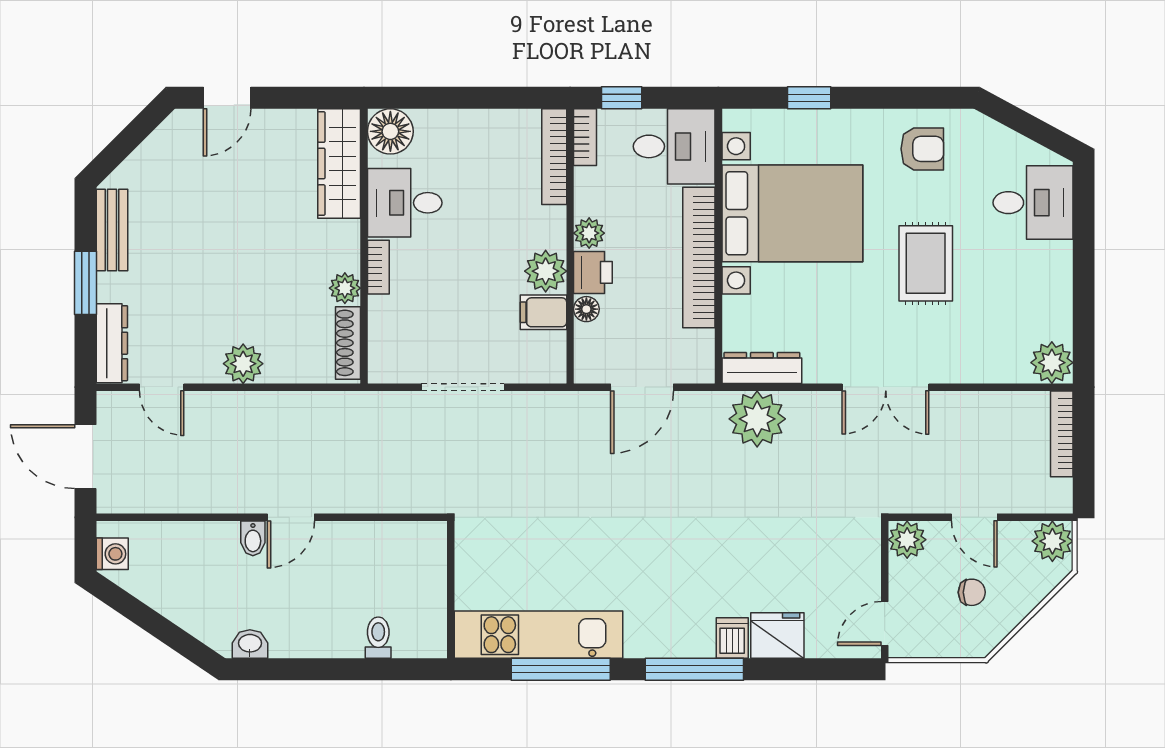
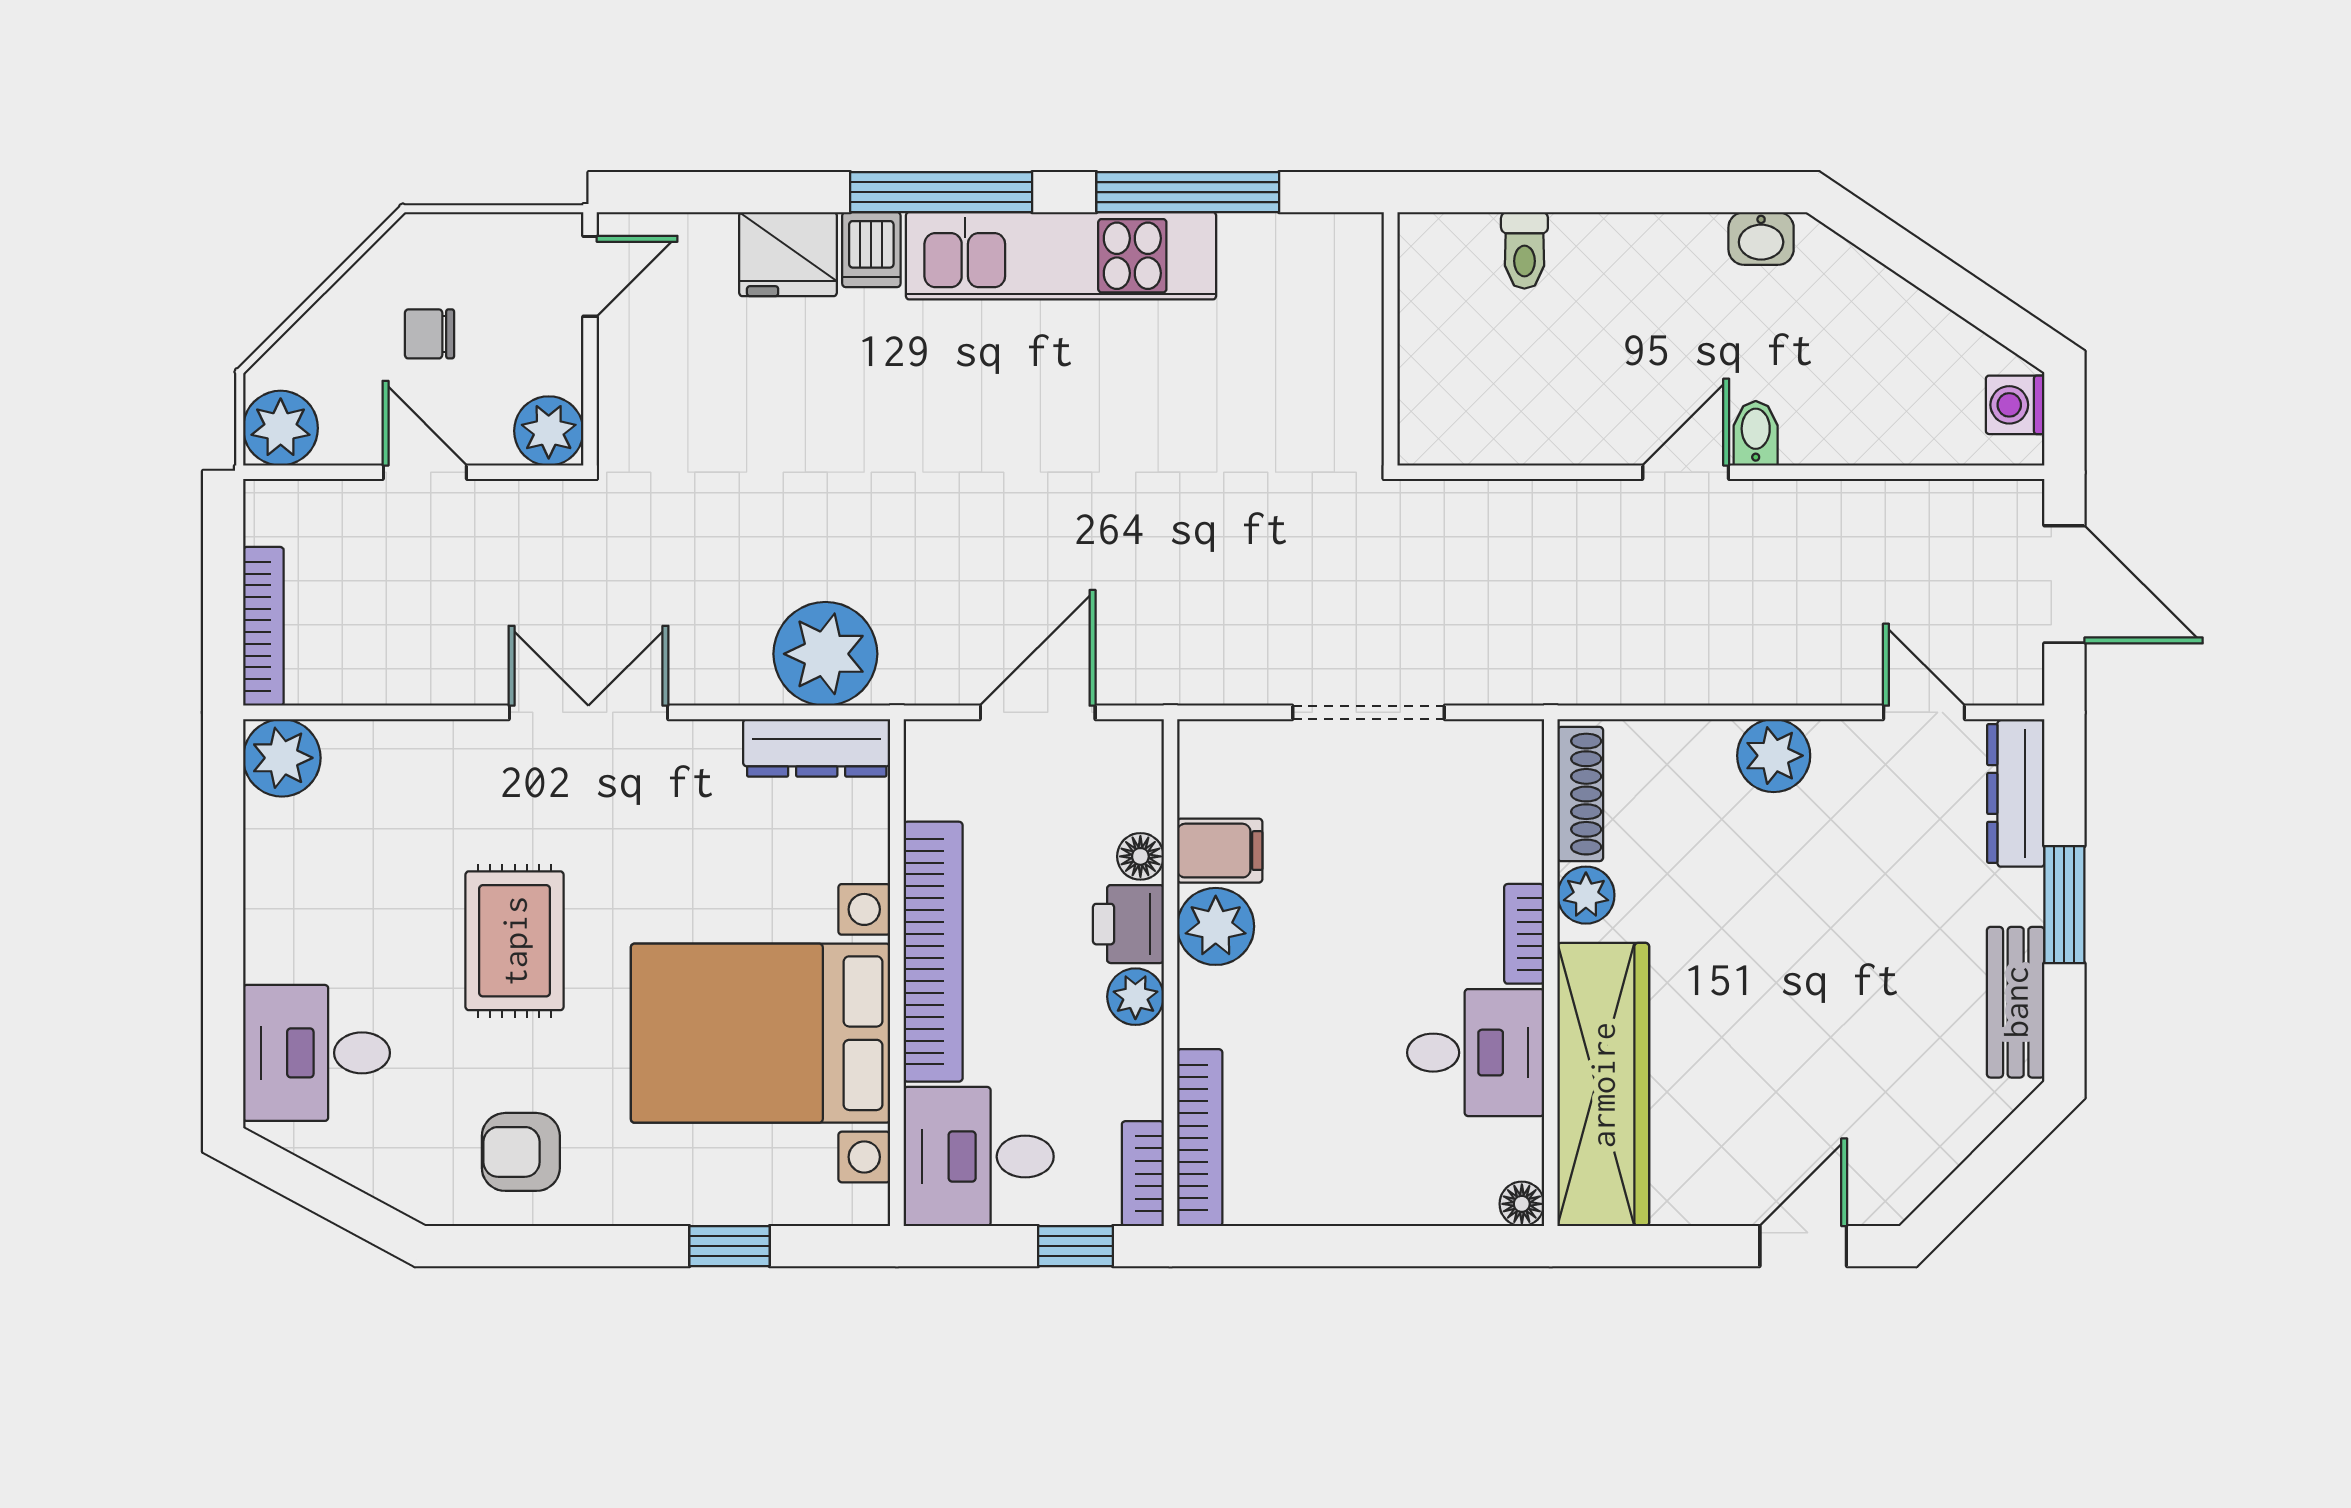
floor lamp: (390, 131) -> (1522, 1204), width x0.53, depth x0.53
wardrobe: (339, 164) -> (1603, 1085), width x1.40, depth x1.17
kitchen unit: (538, 635) -> (1061, 256), moved

